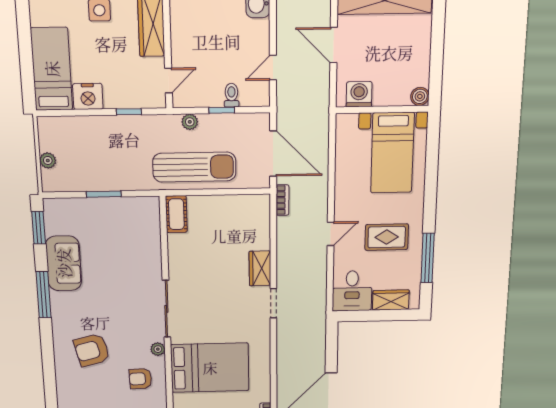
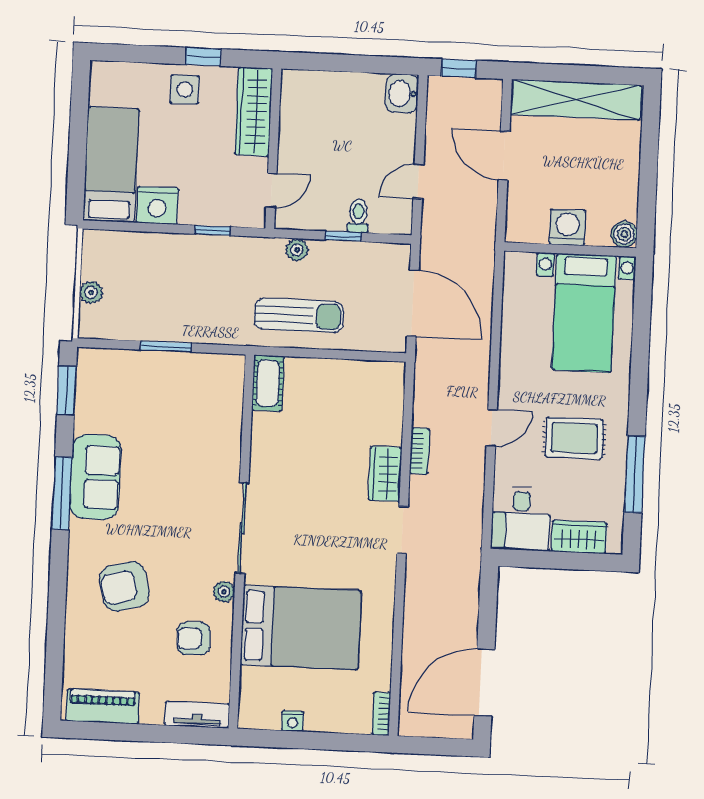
washing machine: (359, 94) -> (567, 227), moved
sun lounger: (194, 167) -> (299, 315), width x0.73, depth x0.75
bookcase: (282, 200) -> (419, 451), moved
sofa: (64, 263) -> (95, 477), moved

